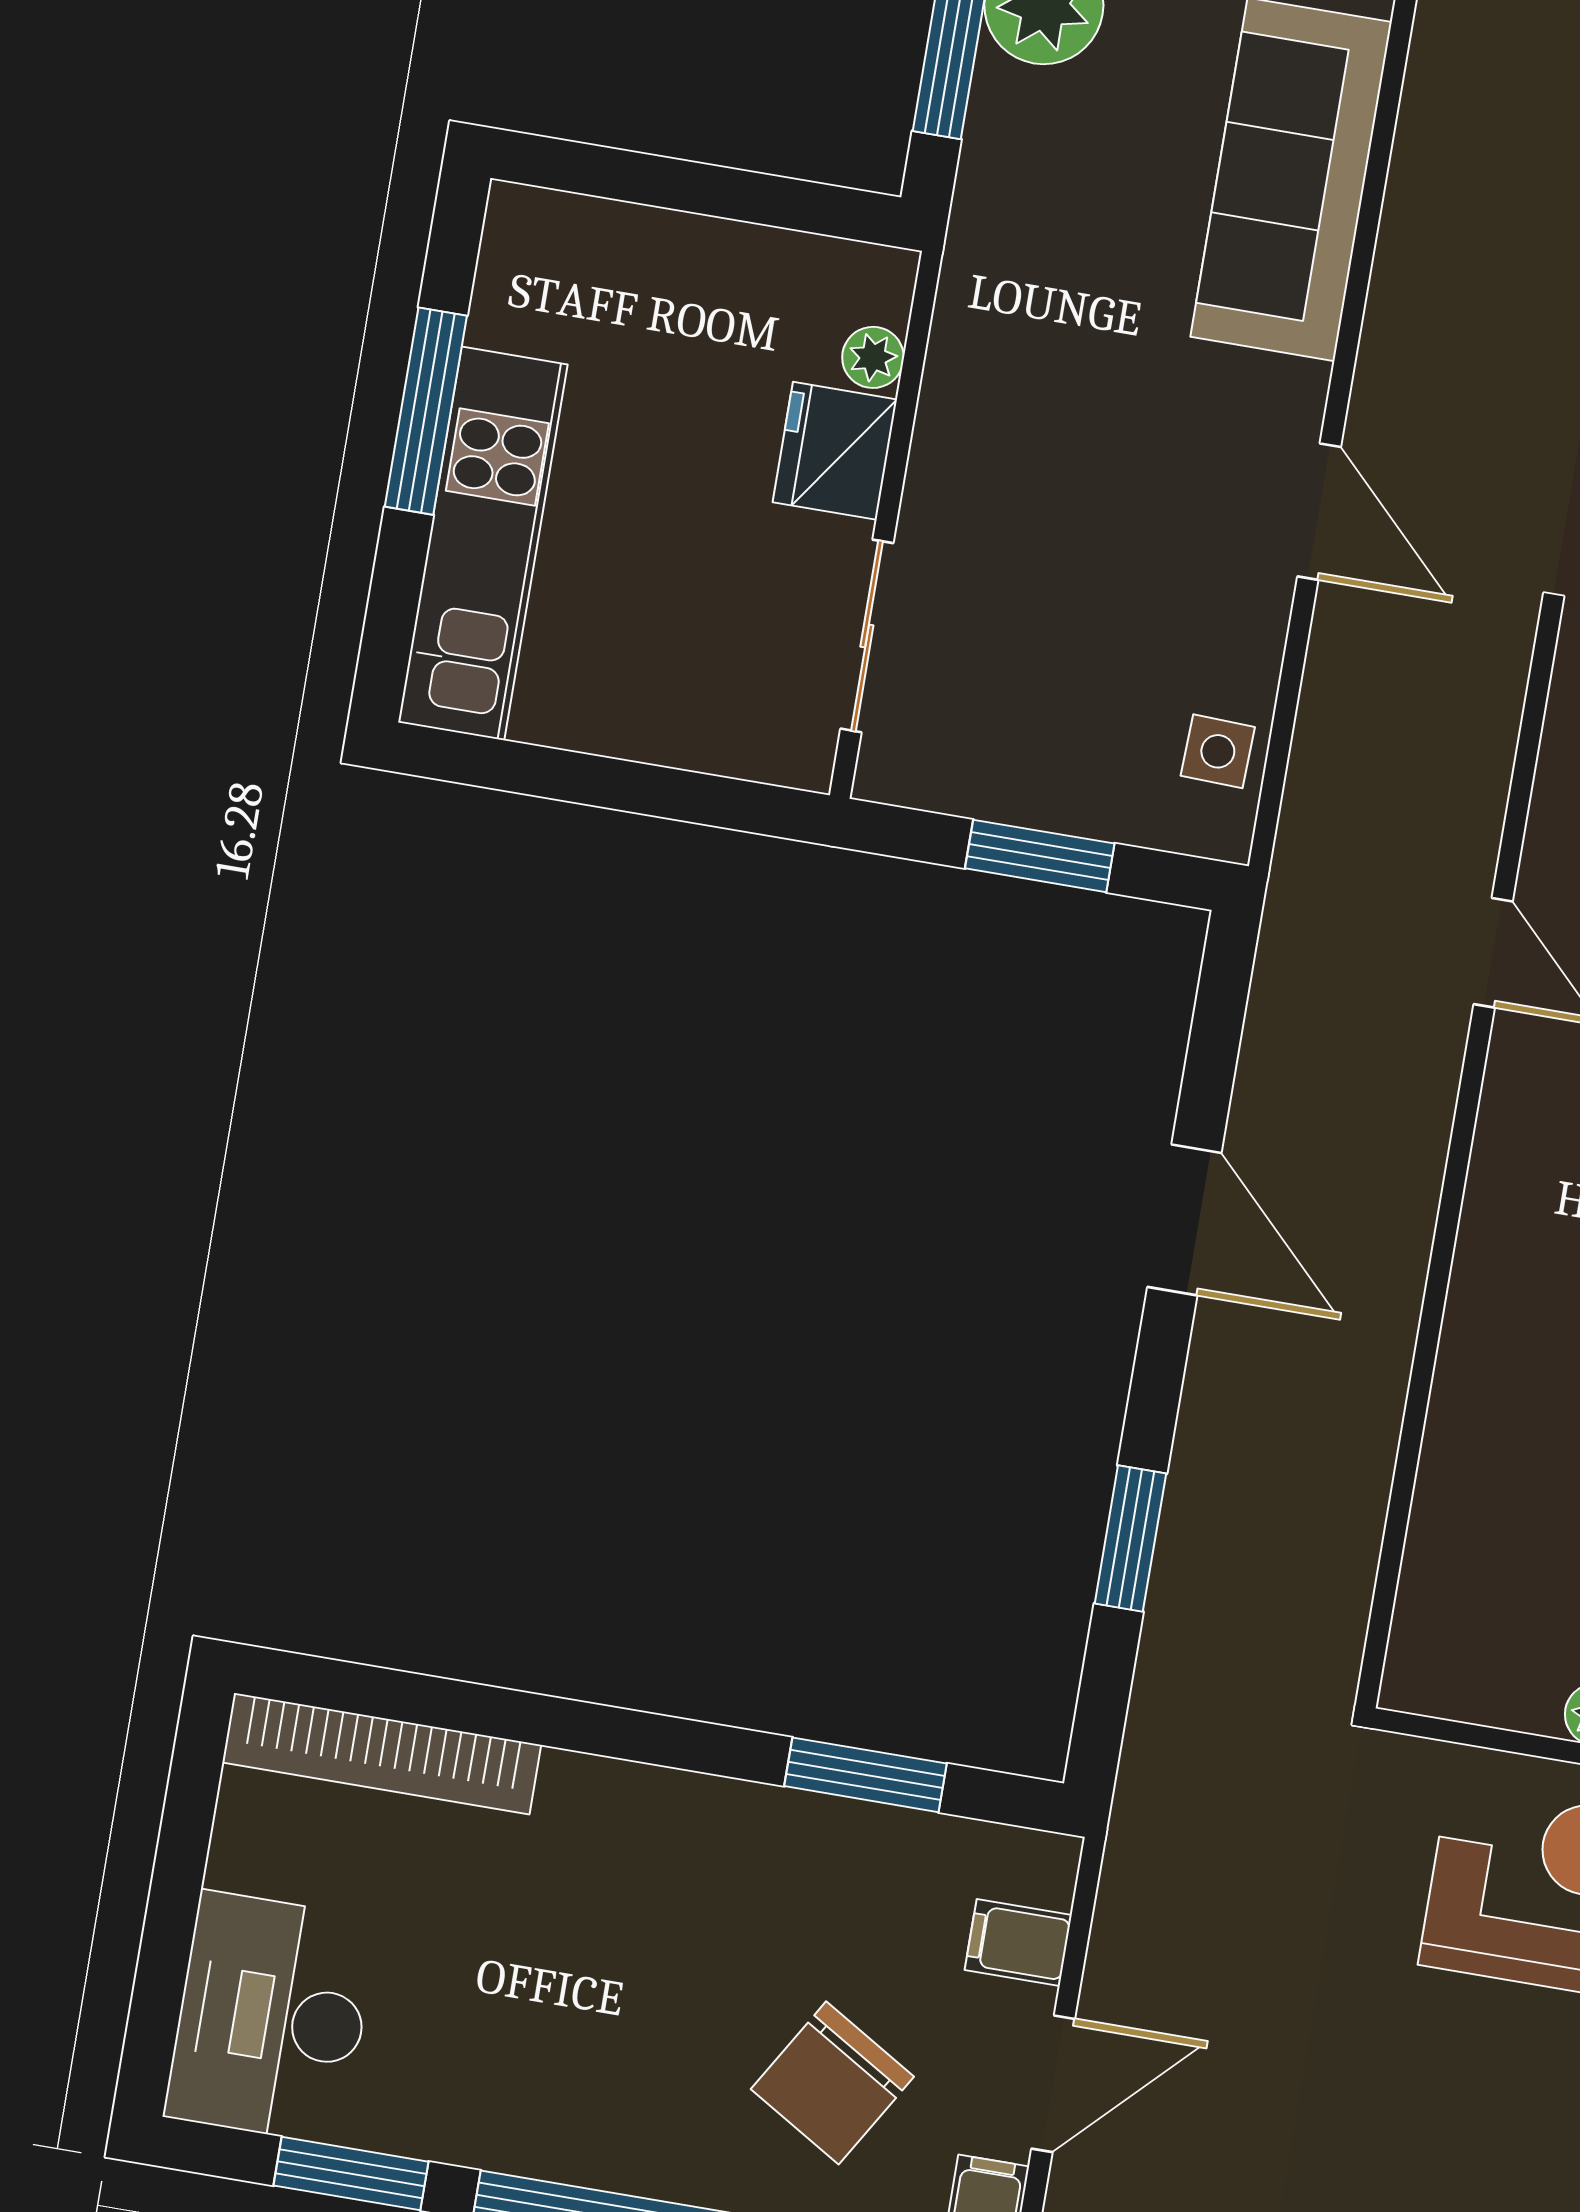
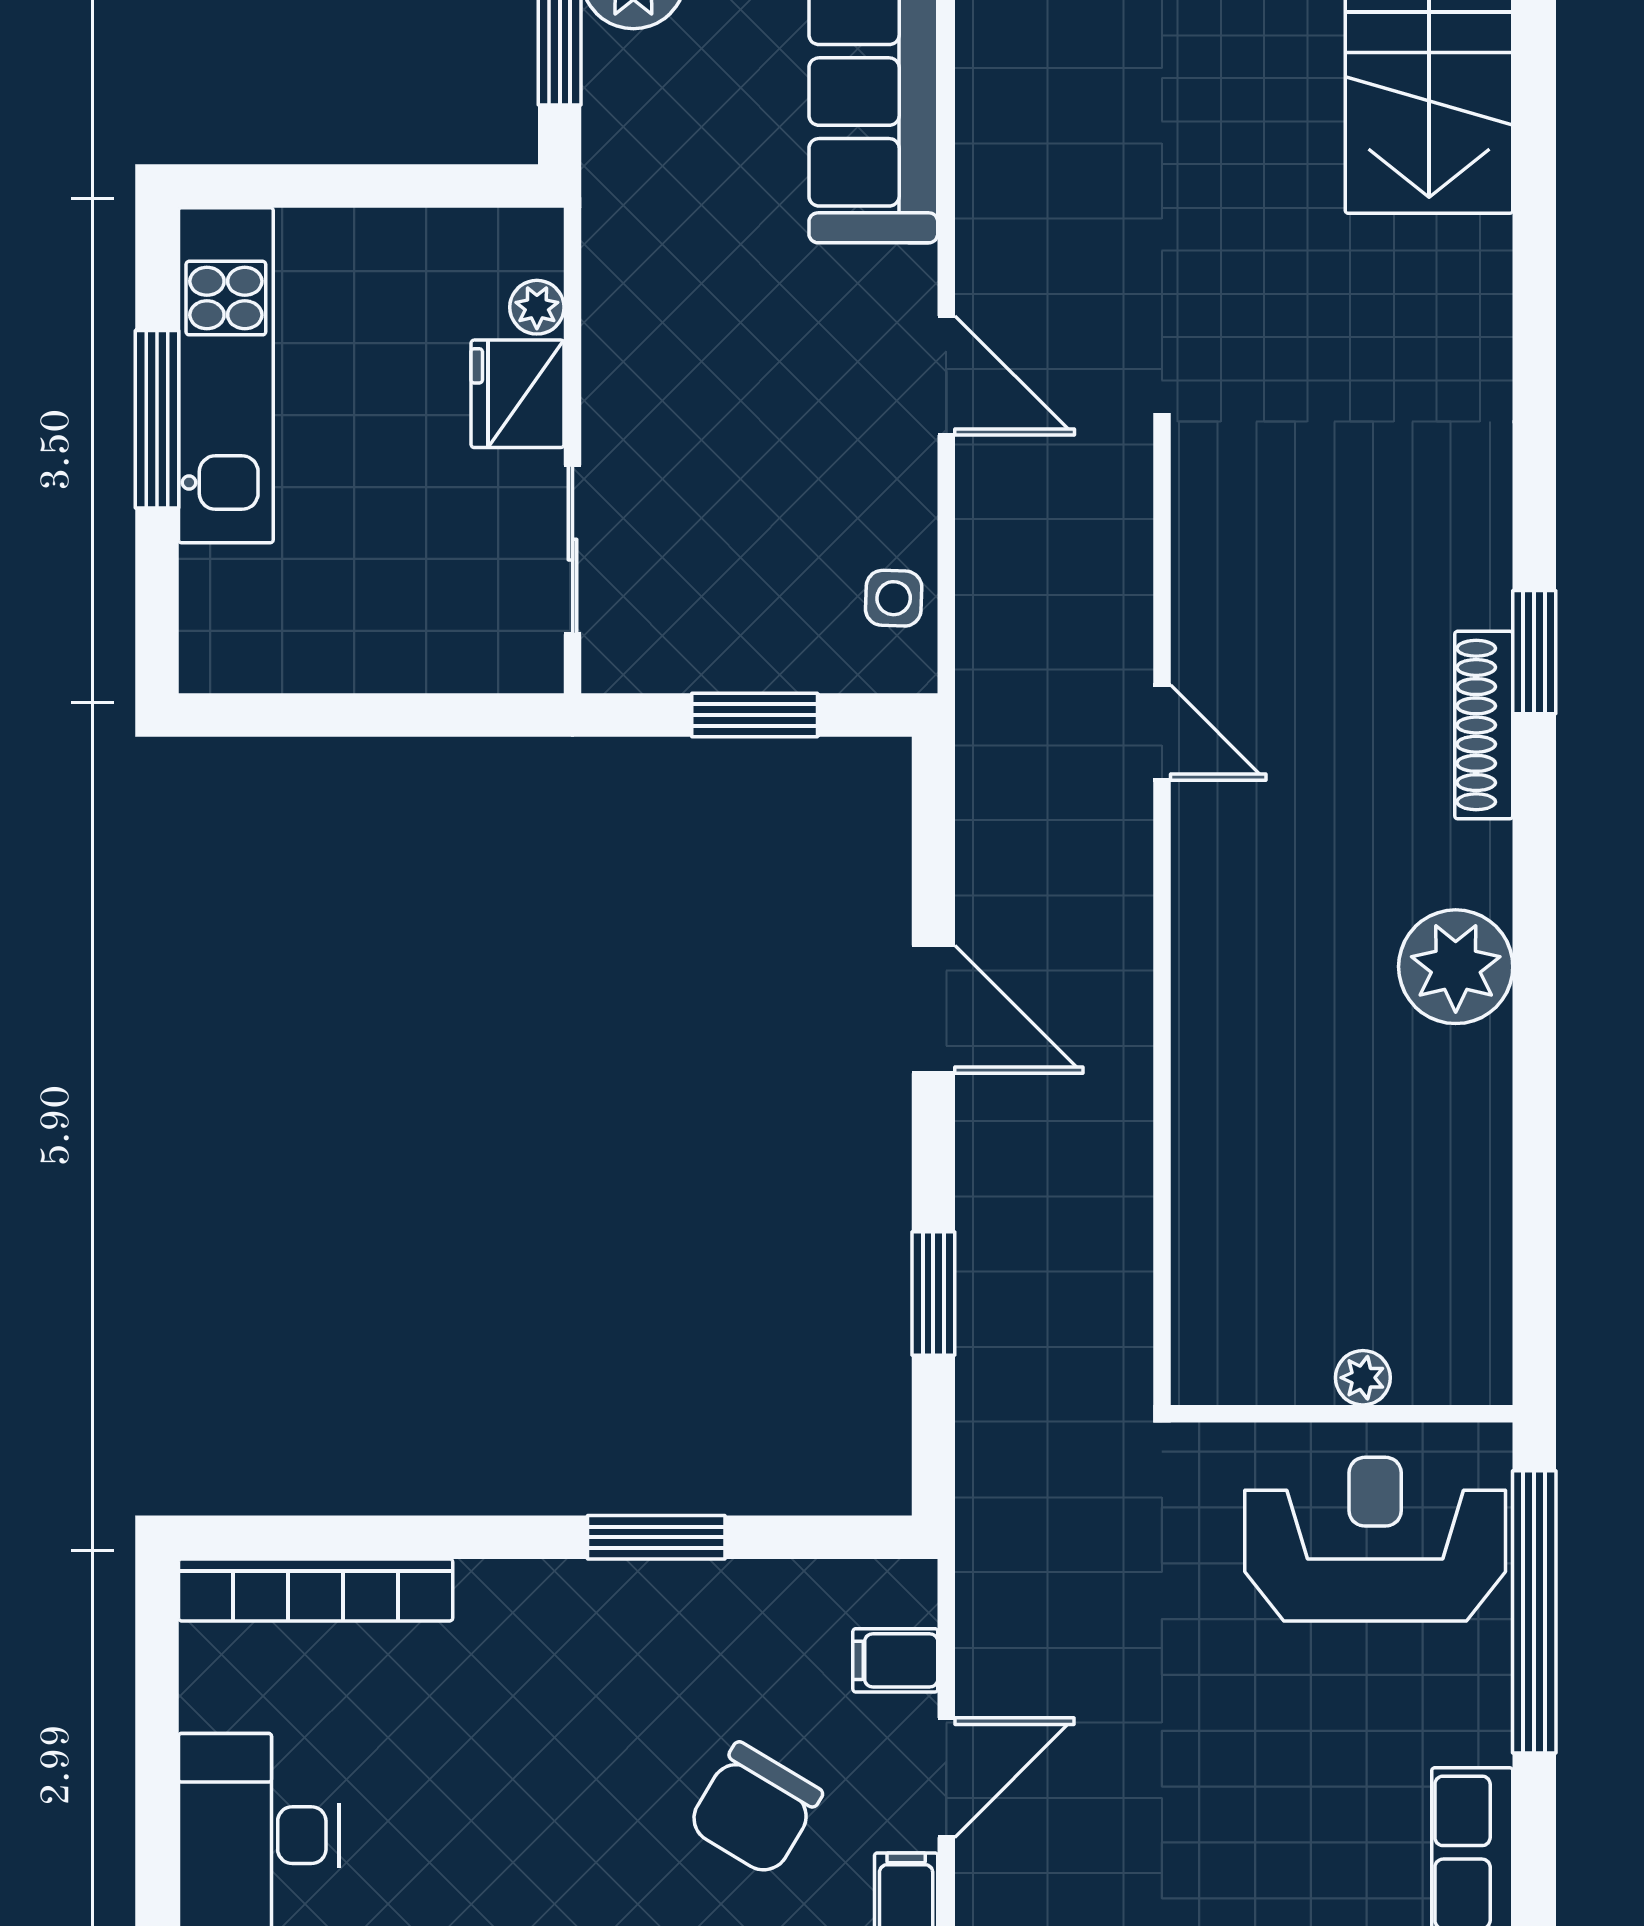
kitchen unit: (483, 543) -> (226, 375), moved
window: (866, 1775) -> (656, 1537), moved

